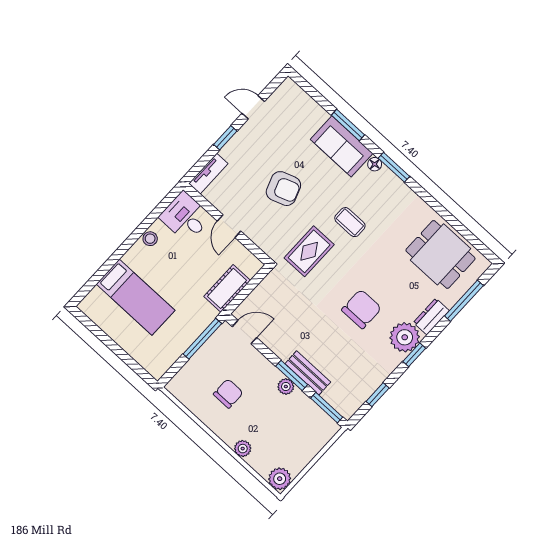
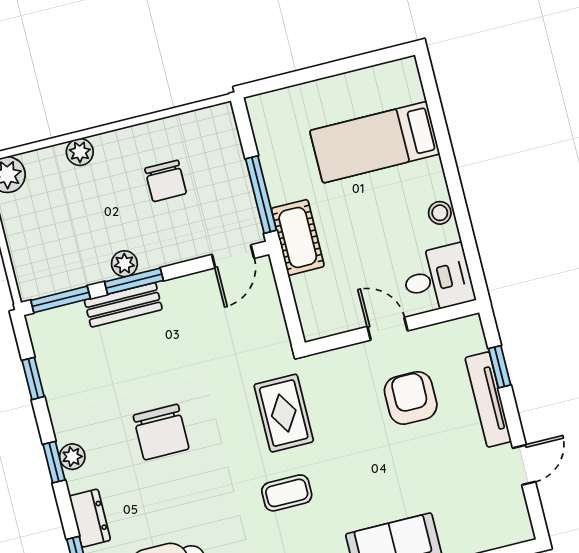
window: (225, 138) -> (500, 367), moved
tv unit: (208, 174) -> (488, 399), moved, width x1.41
armchair: (283, 189) -> (411, 398), moved, turned 110
cot: (227, 288) -> (298, 237), moved
plant: (405, 337) -> (72, 457), width x0.53, depth x0.53

